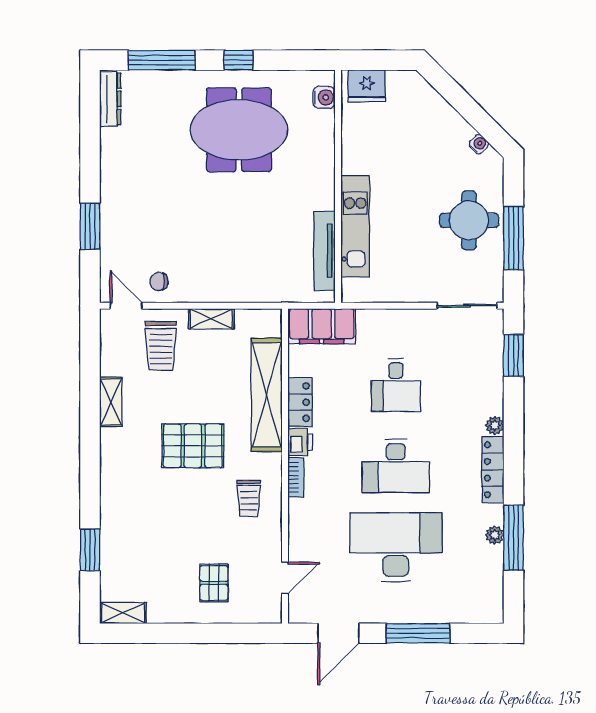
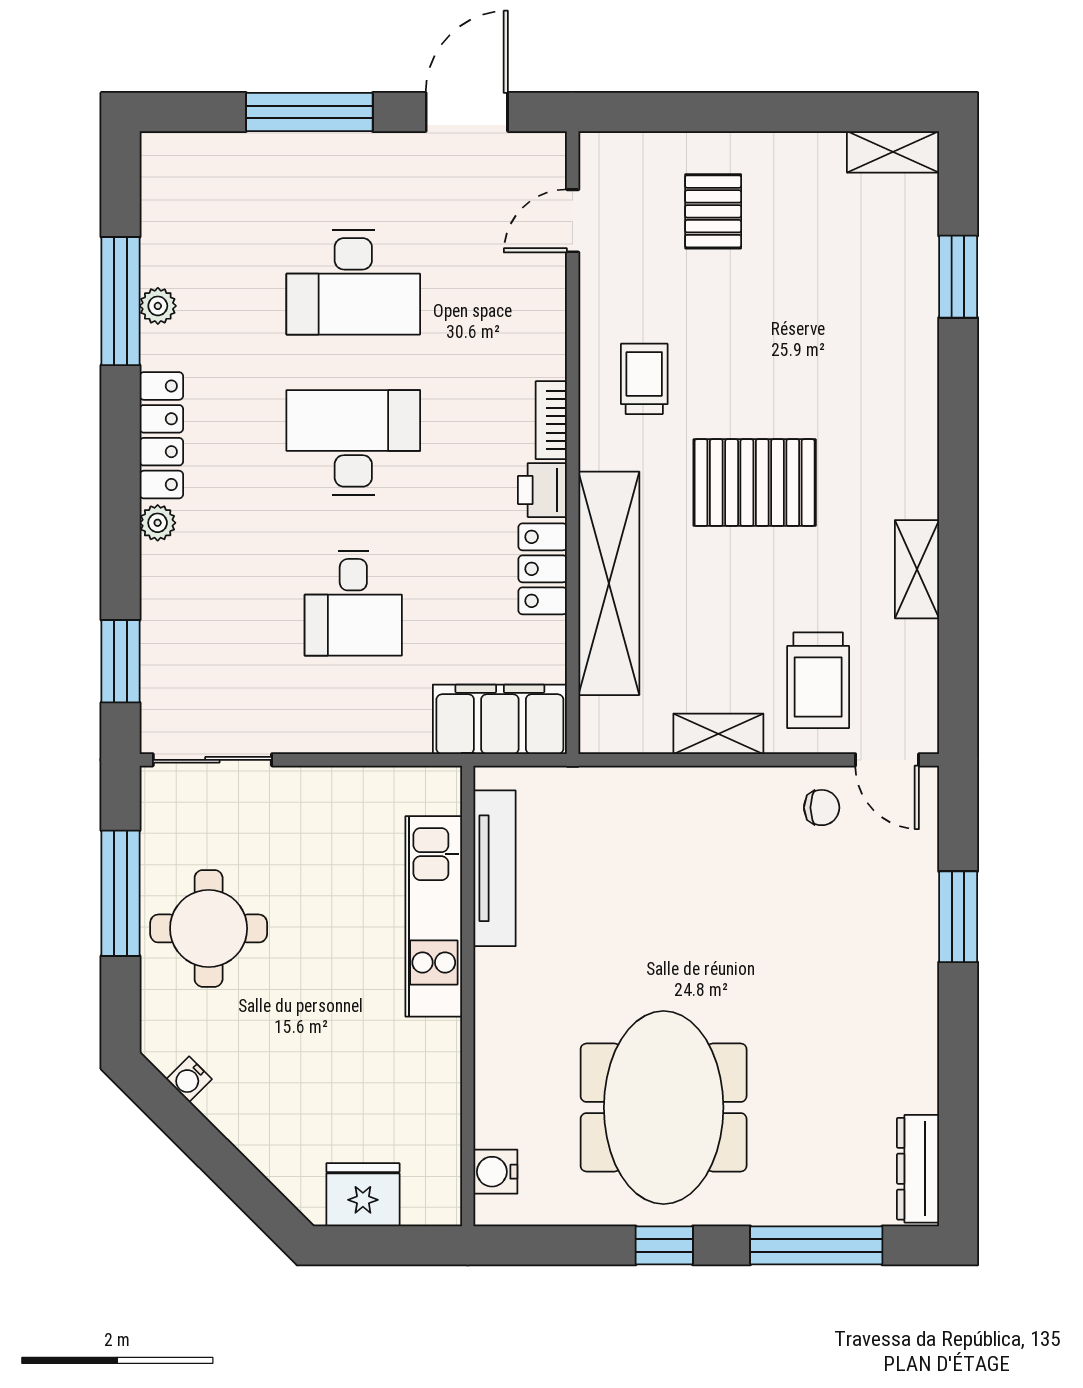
fridge: (367, 86) -> (363, 1195), moved
meeting table: (239, 130) -> (664, 1107), turned 90
trolley: (161, 346) -> (818, 680), turned 180
desk: (396, 385) -> (353, 603), turned 180
desk: (396, 547) -> (353, 282), width x0.73, depth x0.77

